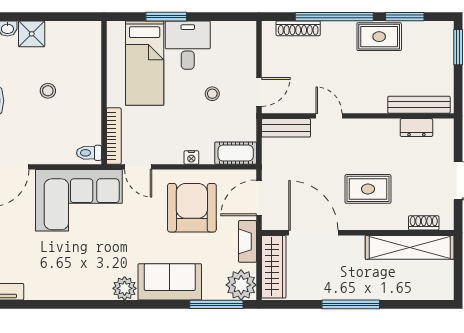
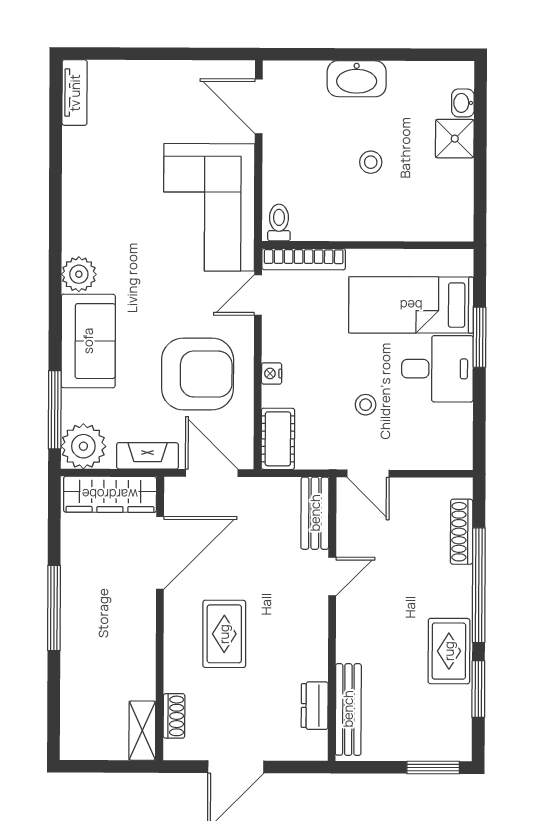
shelving: (410, 247) -> (142, 731), width x0.45, depth x0.75

